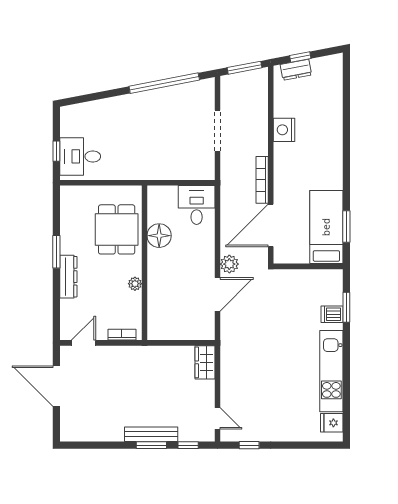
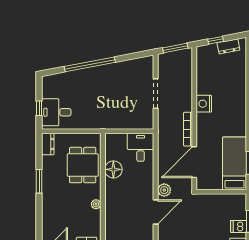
dresser: (296, 70) -> (228, 46), moved
window: (164, 83) -> (90, 64), moved
nightstand: (284, 130) -> (204, 104), moved
dresser: (68, 277) -> (48, 144), moved, width x0.70

